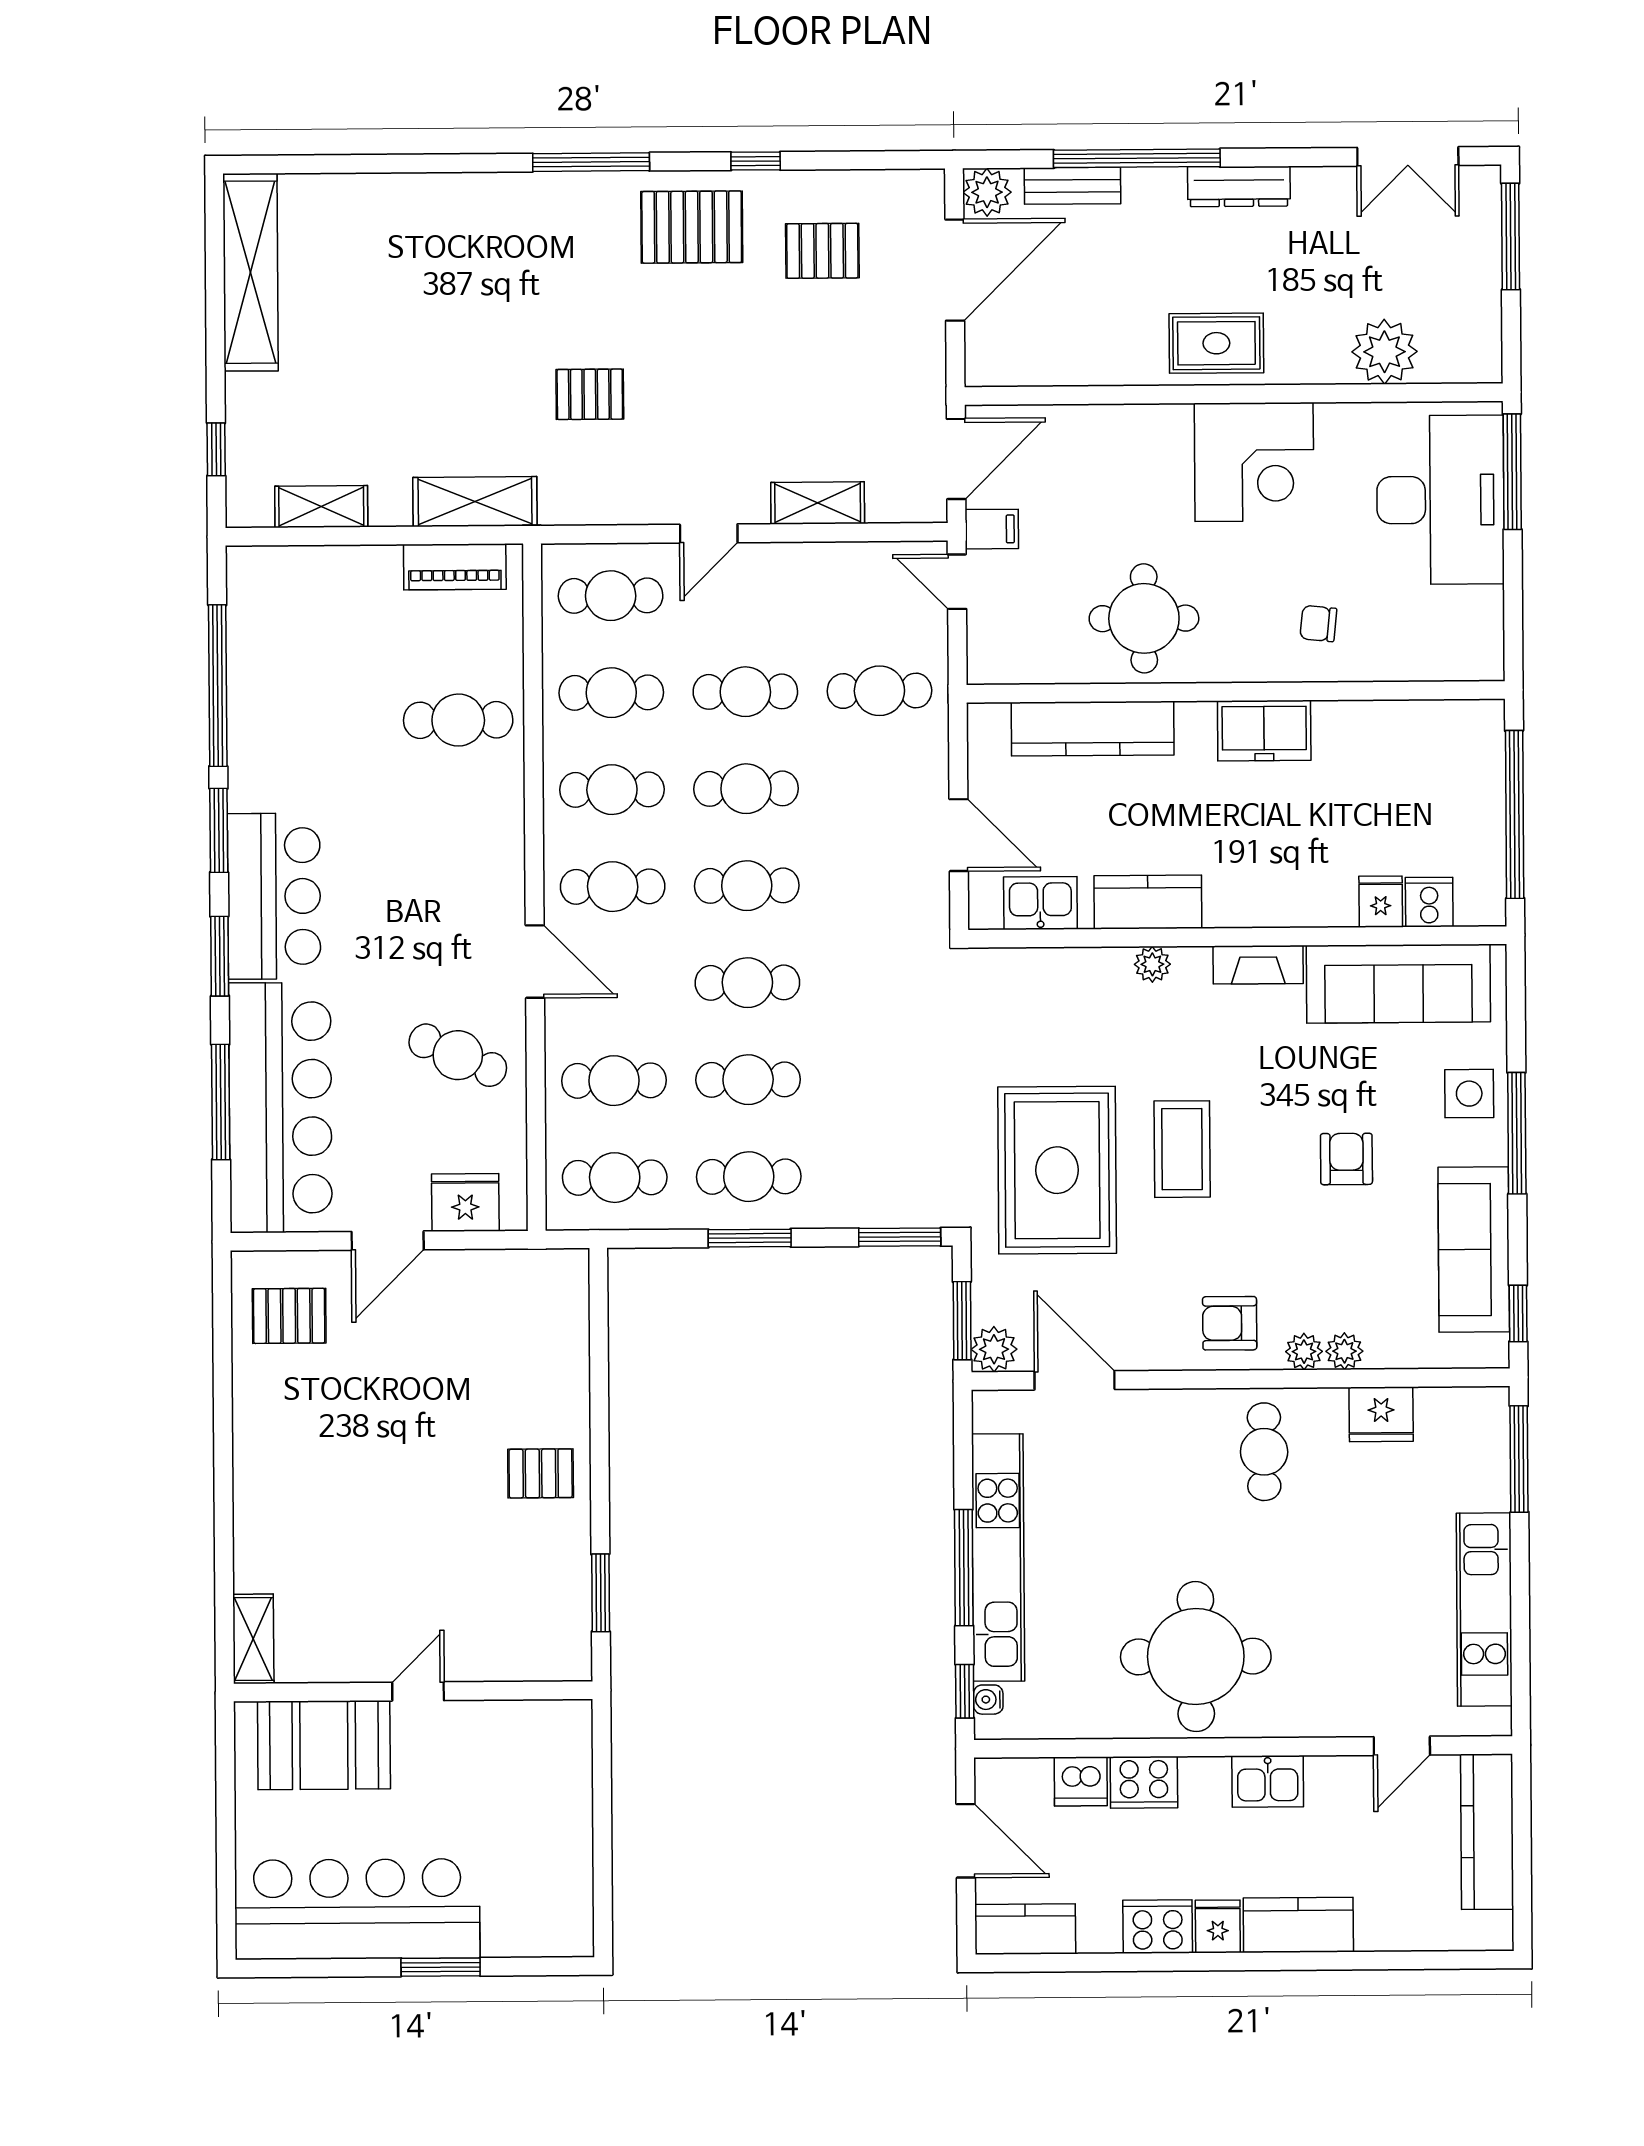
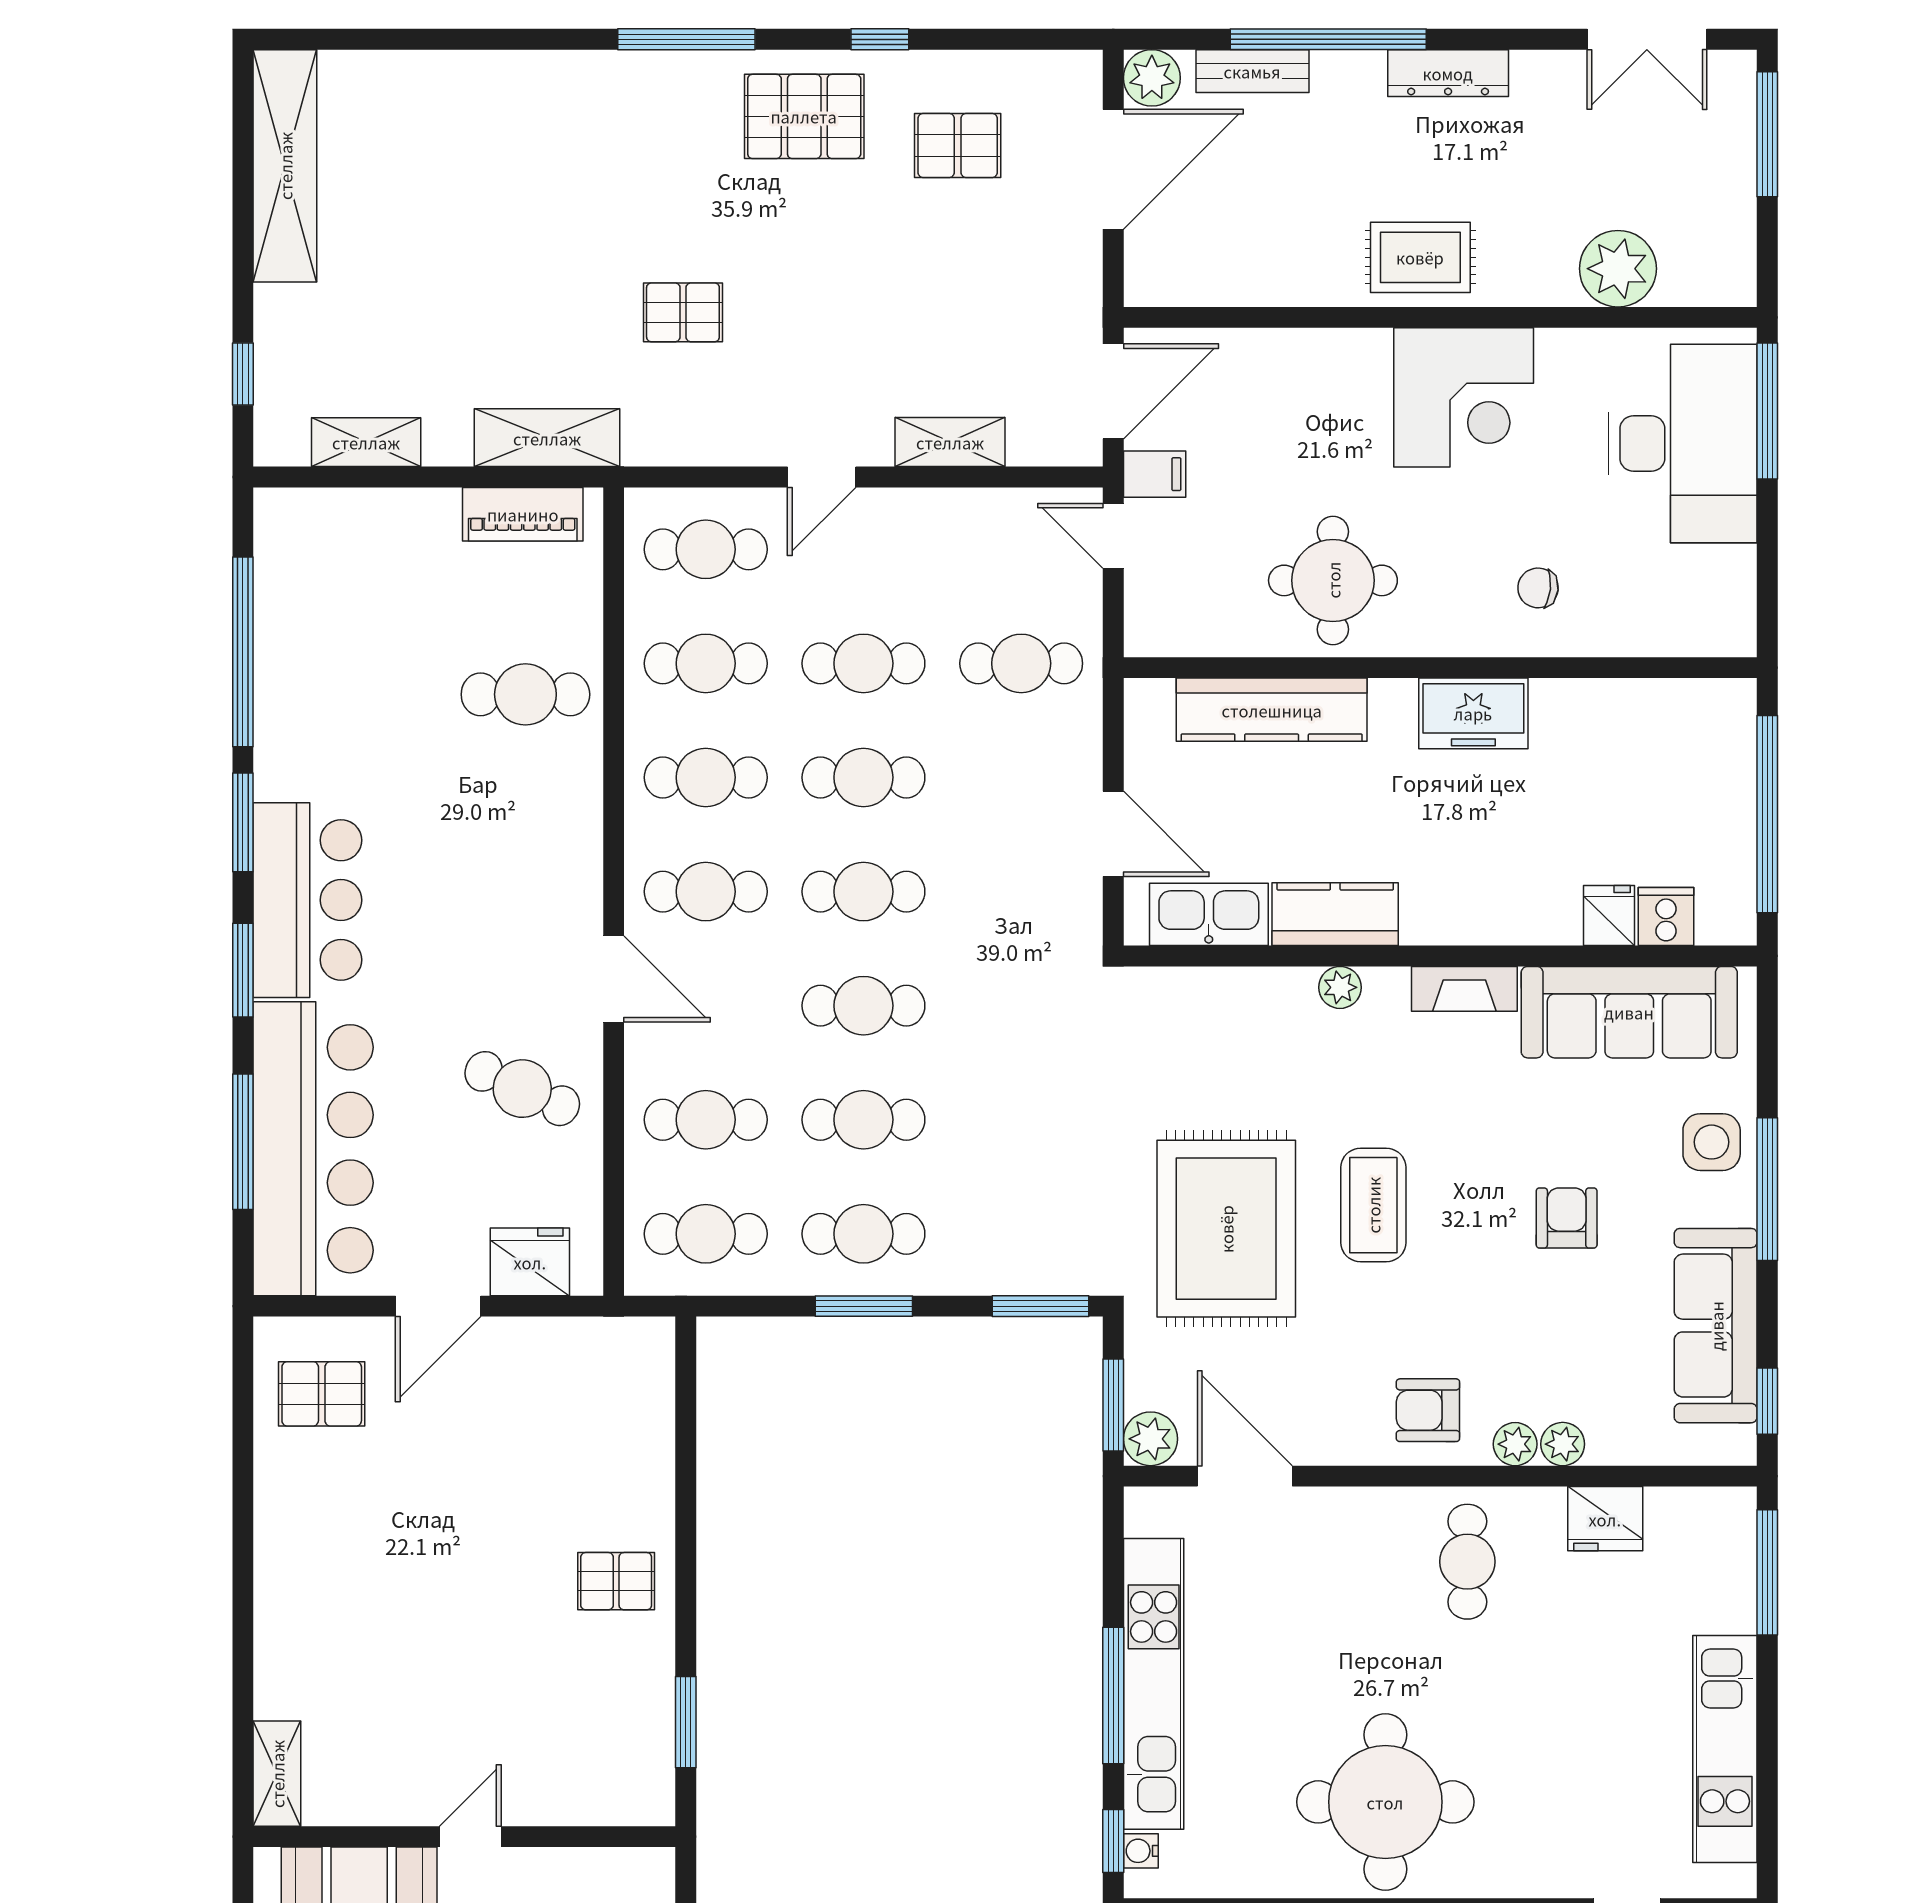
kitchen sink: (1040, 903) -> (1209, 914), width x1.38

